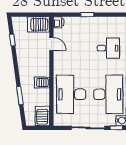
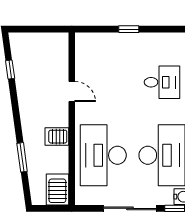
printer: (59, 22) -> (83, 41), removed
server rack: (38, 24) -> (51, 45), removed
door: (51, 44) -> (72, 92), moved

